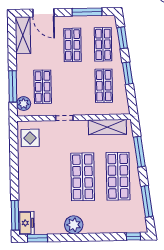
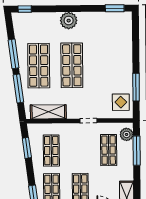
window: (128, 73) -> (27, 148), moved
window: (147, 201) -> (14, 54), moved
window: (15, 215) -> (136, 87), moved
freezer: (26, 223) -> (125, 23), removed
plant: (74, 225) -> (69, 21), moved

